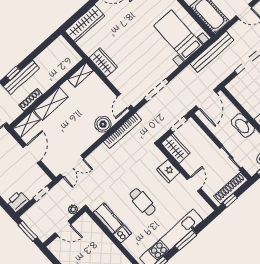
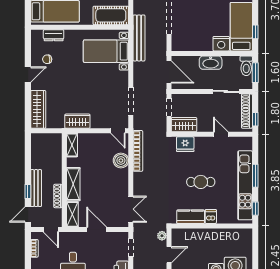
fridge: (168, 171) -> (185, 144), moved

